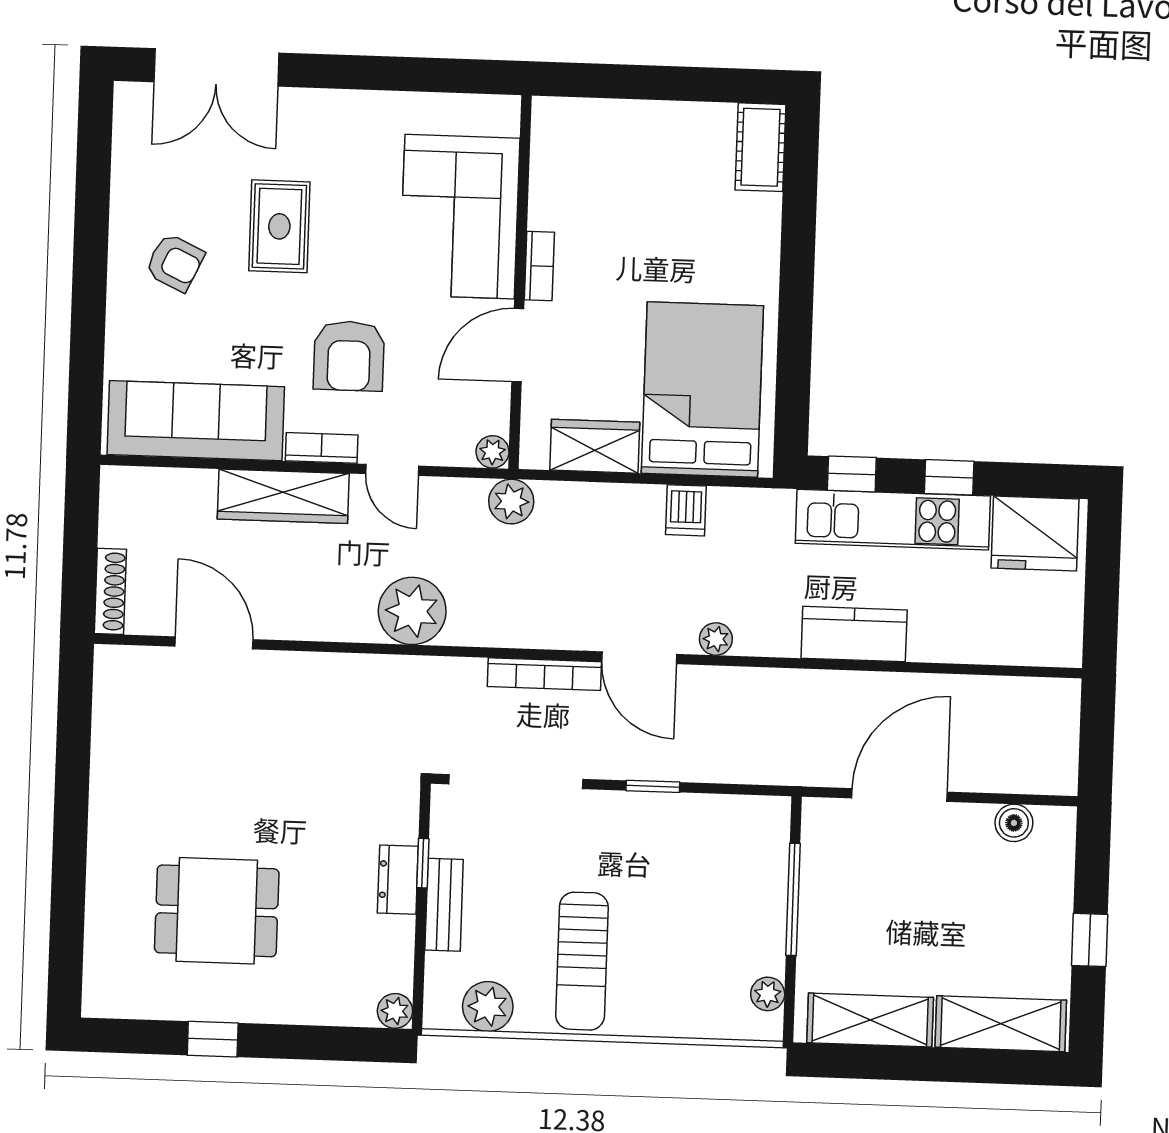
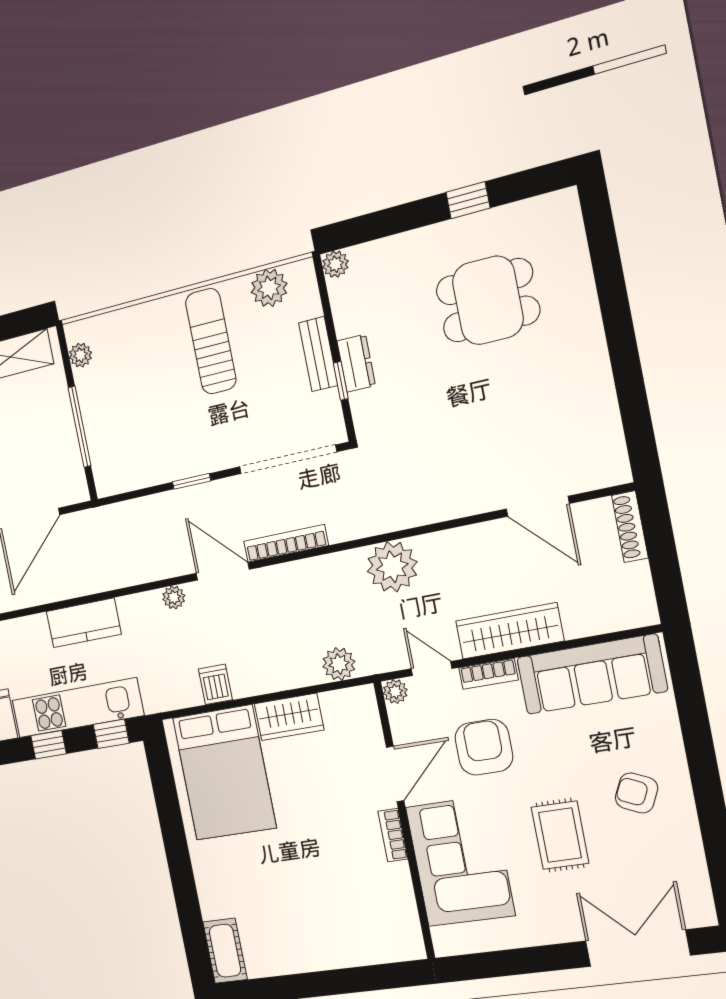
corner sofa: (460, 217) -> (460, 861), moved
bookcase: (539, 266) -> (393, 835), moved
wall: (520, 282) -> (404, 821), moved
door: (518, 345) -> (395, 774), moved
plant: (493, 452) -> (395, 692), moved

